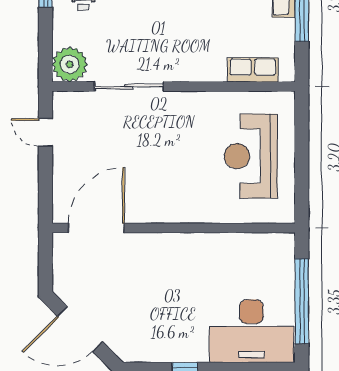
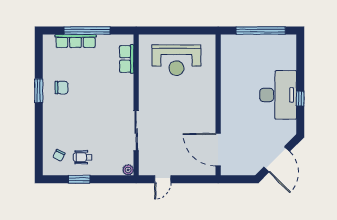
plant: (70, 64) -> (128, 170), width x0.53, depth x0.53
desk: (251, 331) -> (278, 95), moved

